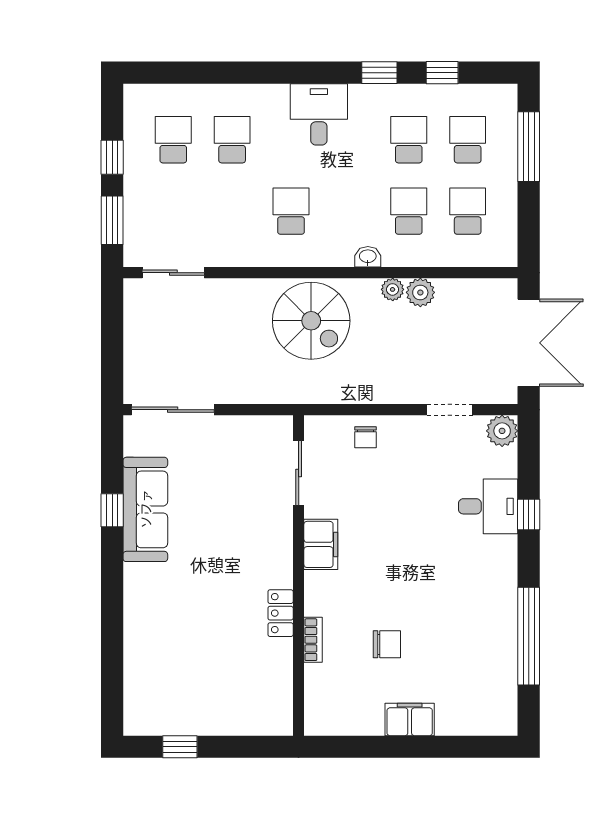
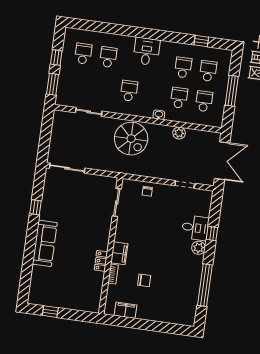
window: (379, 73) -> (175, 37), removed
window: (529, 147) -> (232, 91), moved
sliding door: (173, 273) -> (89, 112), moved
plant: (393, 289) -> (167, 130), removed
plant: (502, 431) -> (198, 248), moved
sofa: (145, 509) -> (45, 243), moved
filing cabinet: (321, 544) -> (119, 253), moved
filing cabinet: (410, 719) -> (126, 310), moved

